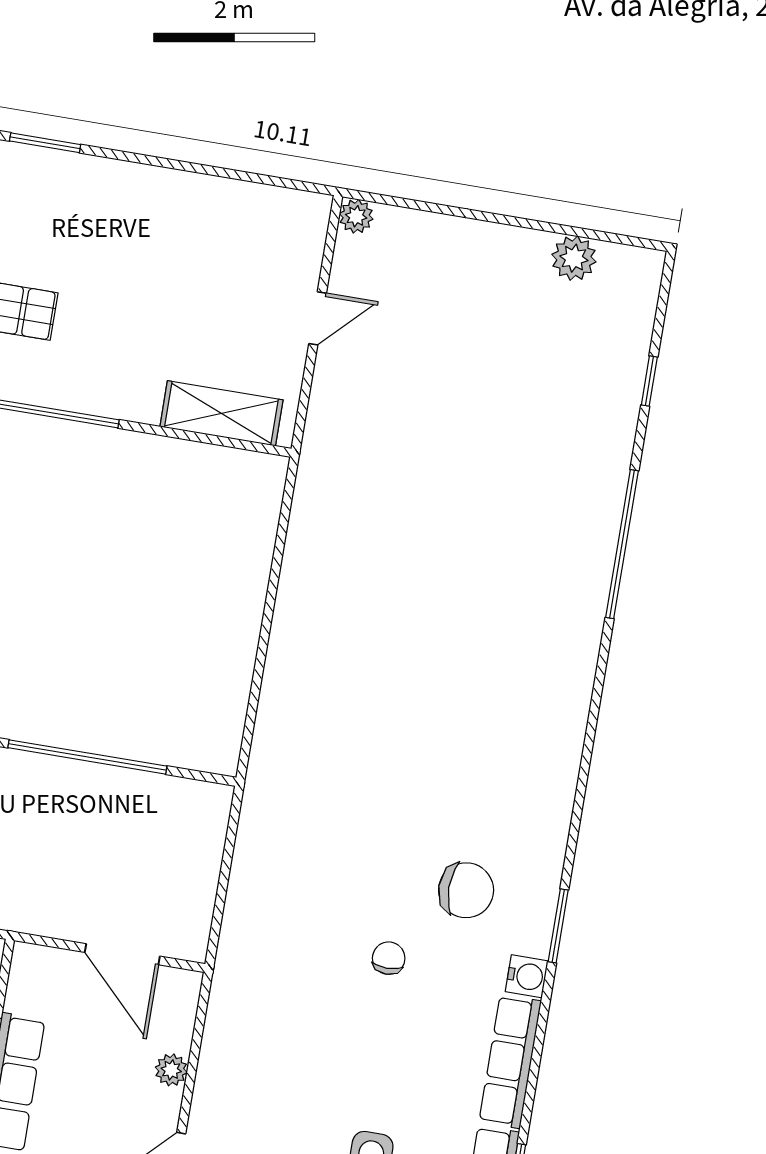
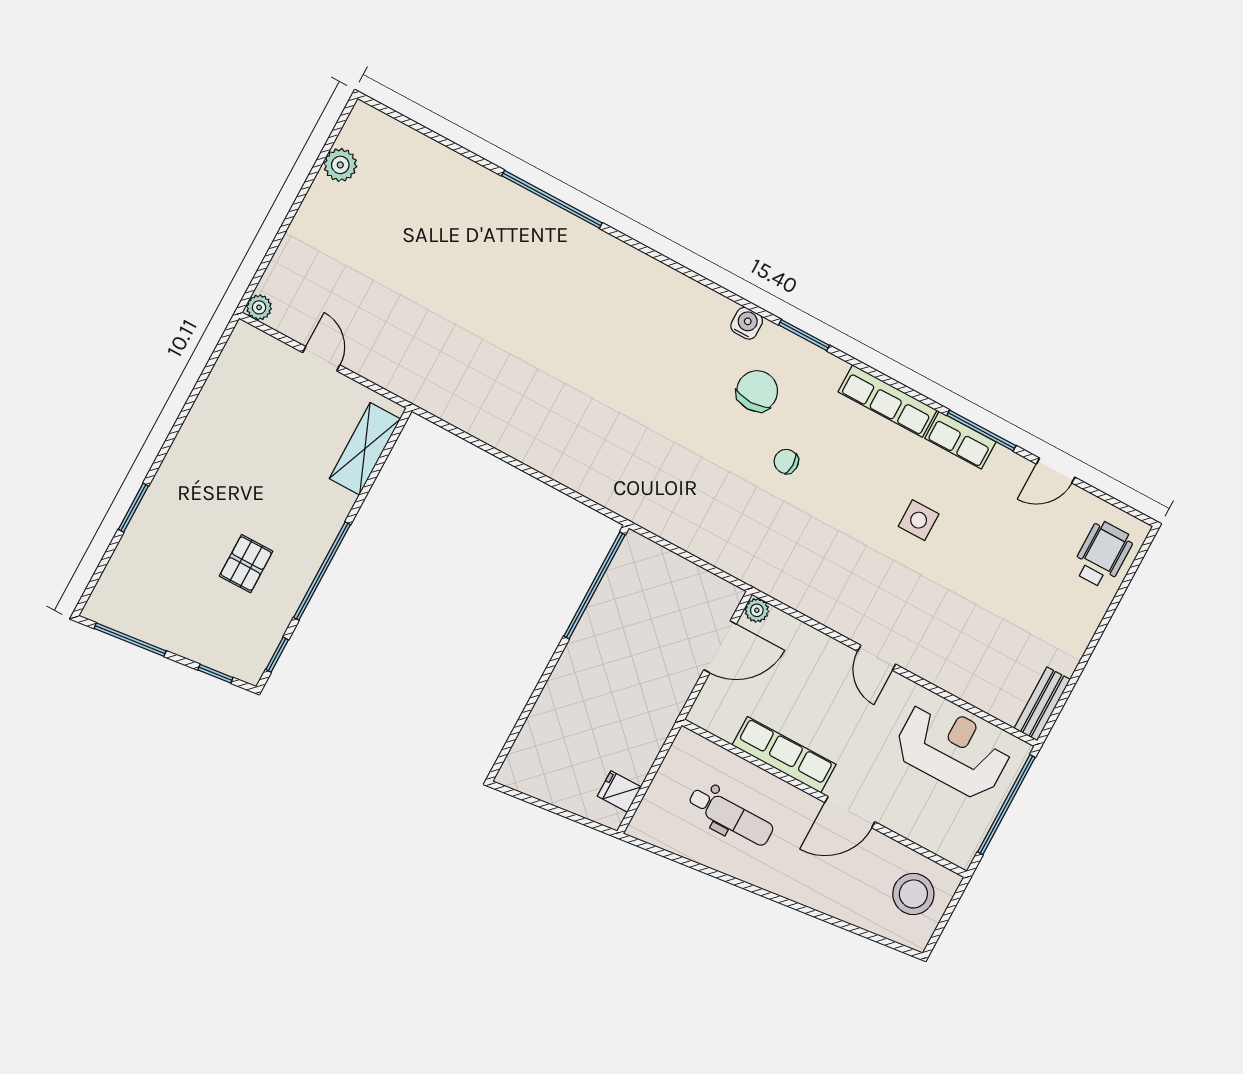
window: (649, 381) -> (444, 141), removed
window: (87, 757) -> (594, 585), moved
water cooler: (527, 976) -> (747, 323), moved
plant: (171, 1070) -> (757, 610), moved

